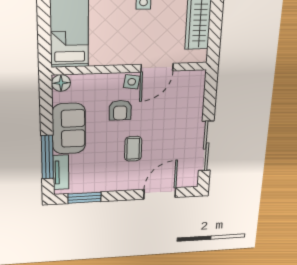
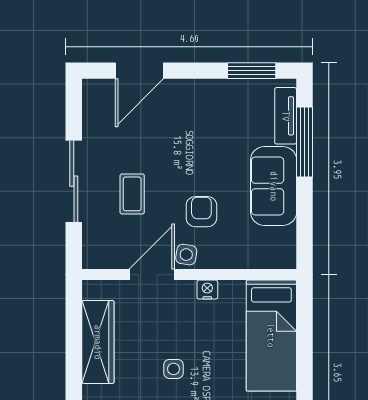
nightstand: (117, 59) -> (207, 290), added
floor lamp: (61, 83) -> (284, 257), removed
sliding door: (206, 146) -> (74, 181), moved
coffee table: (133, 149) -> (132, 194), moved

